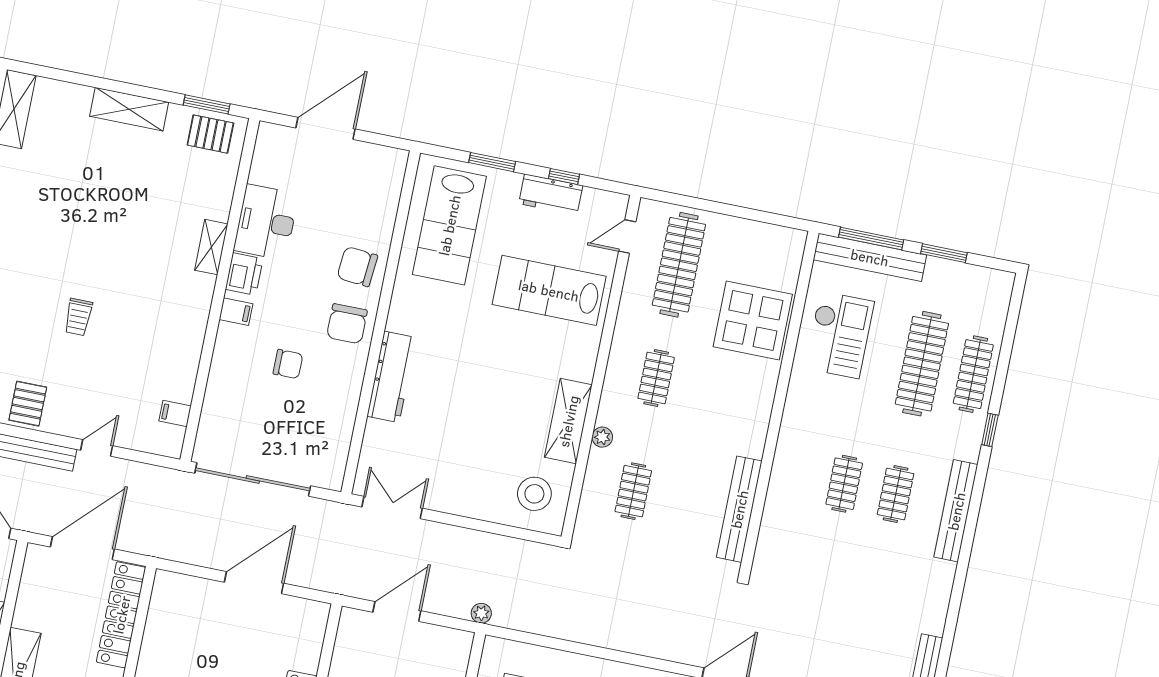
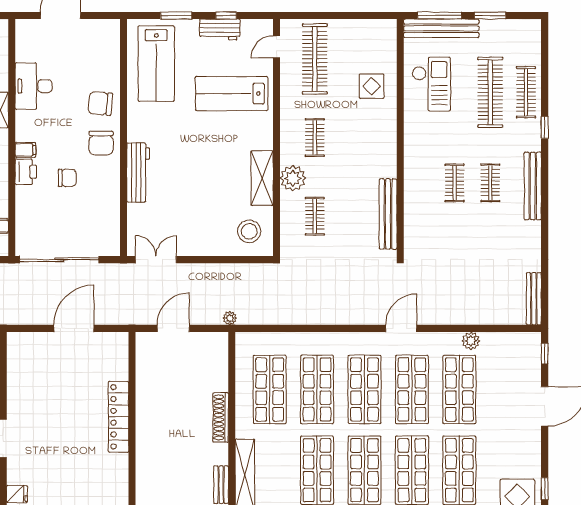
printer: (244, 274) -> (26, 172), moved
display table: (753, 320) -> (372, 86), width x0.54, depth x0.54
plant: (602, 437) -> (293, 178), width x1.88, depth x1.88

